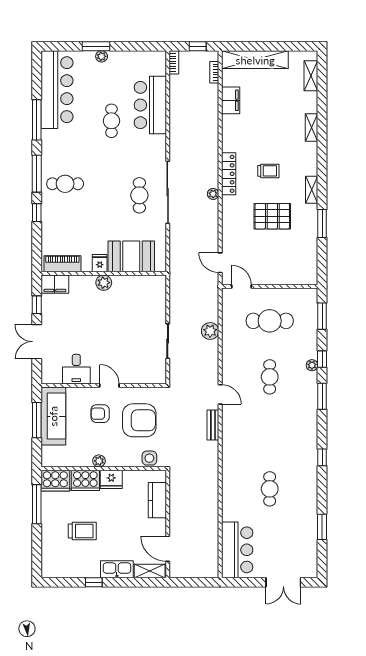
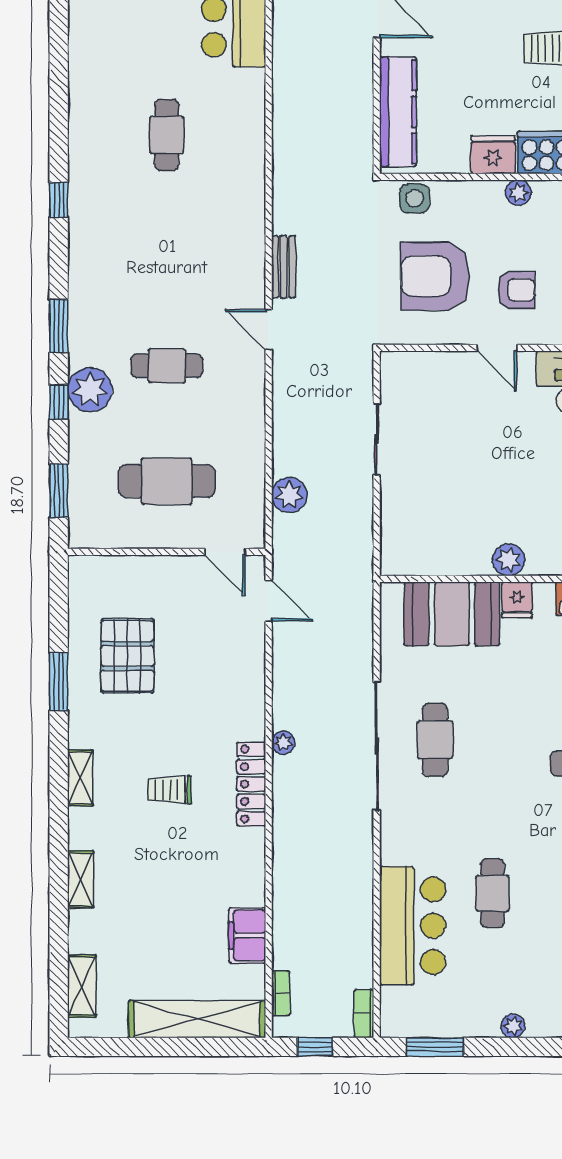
window: (96, 46) -> (435, 1047), moved
shelving: (312, 190) -> (80, 778), moved
pallet: (272, 216) -> (127, 656), moved, turned 90
plant: (210, 331) -> (289, 495), moved
plant: (312, 365) -> (90, 390), width x1.87, depth x1.87
cafe table: (270, 377) -> (167, 366), turned 90
kitchen counter: (157, 500) -> (398, 112), width x1.50
window: (322, 527) -> (59, 57), removed

